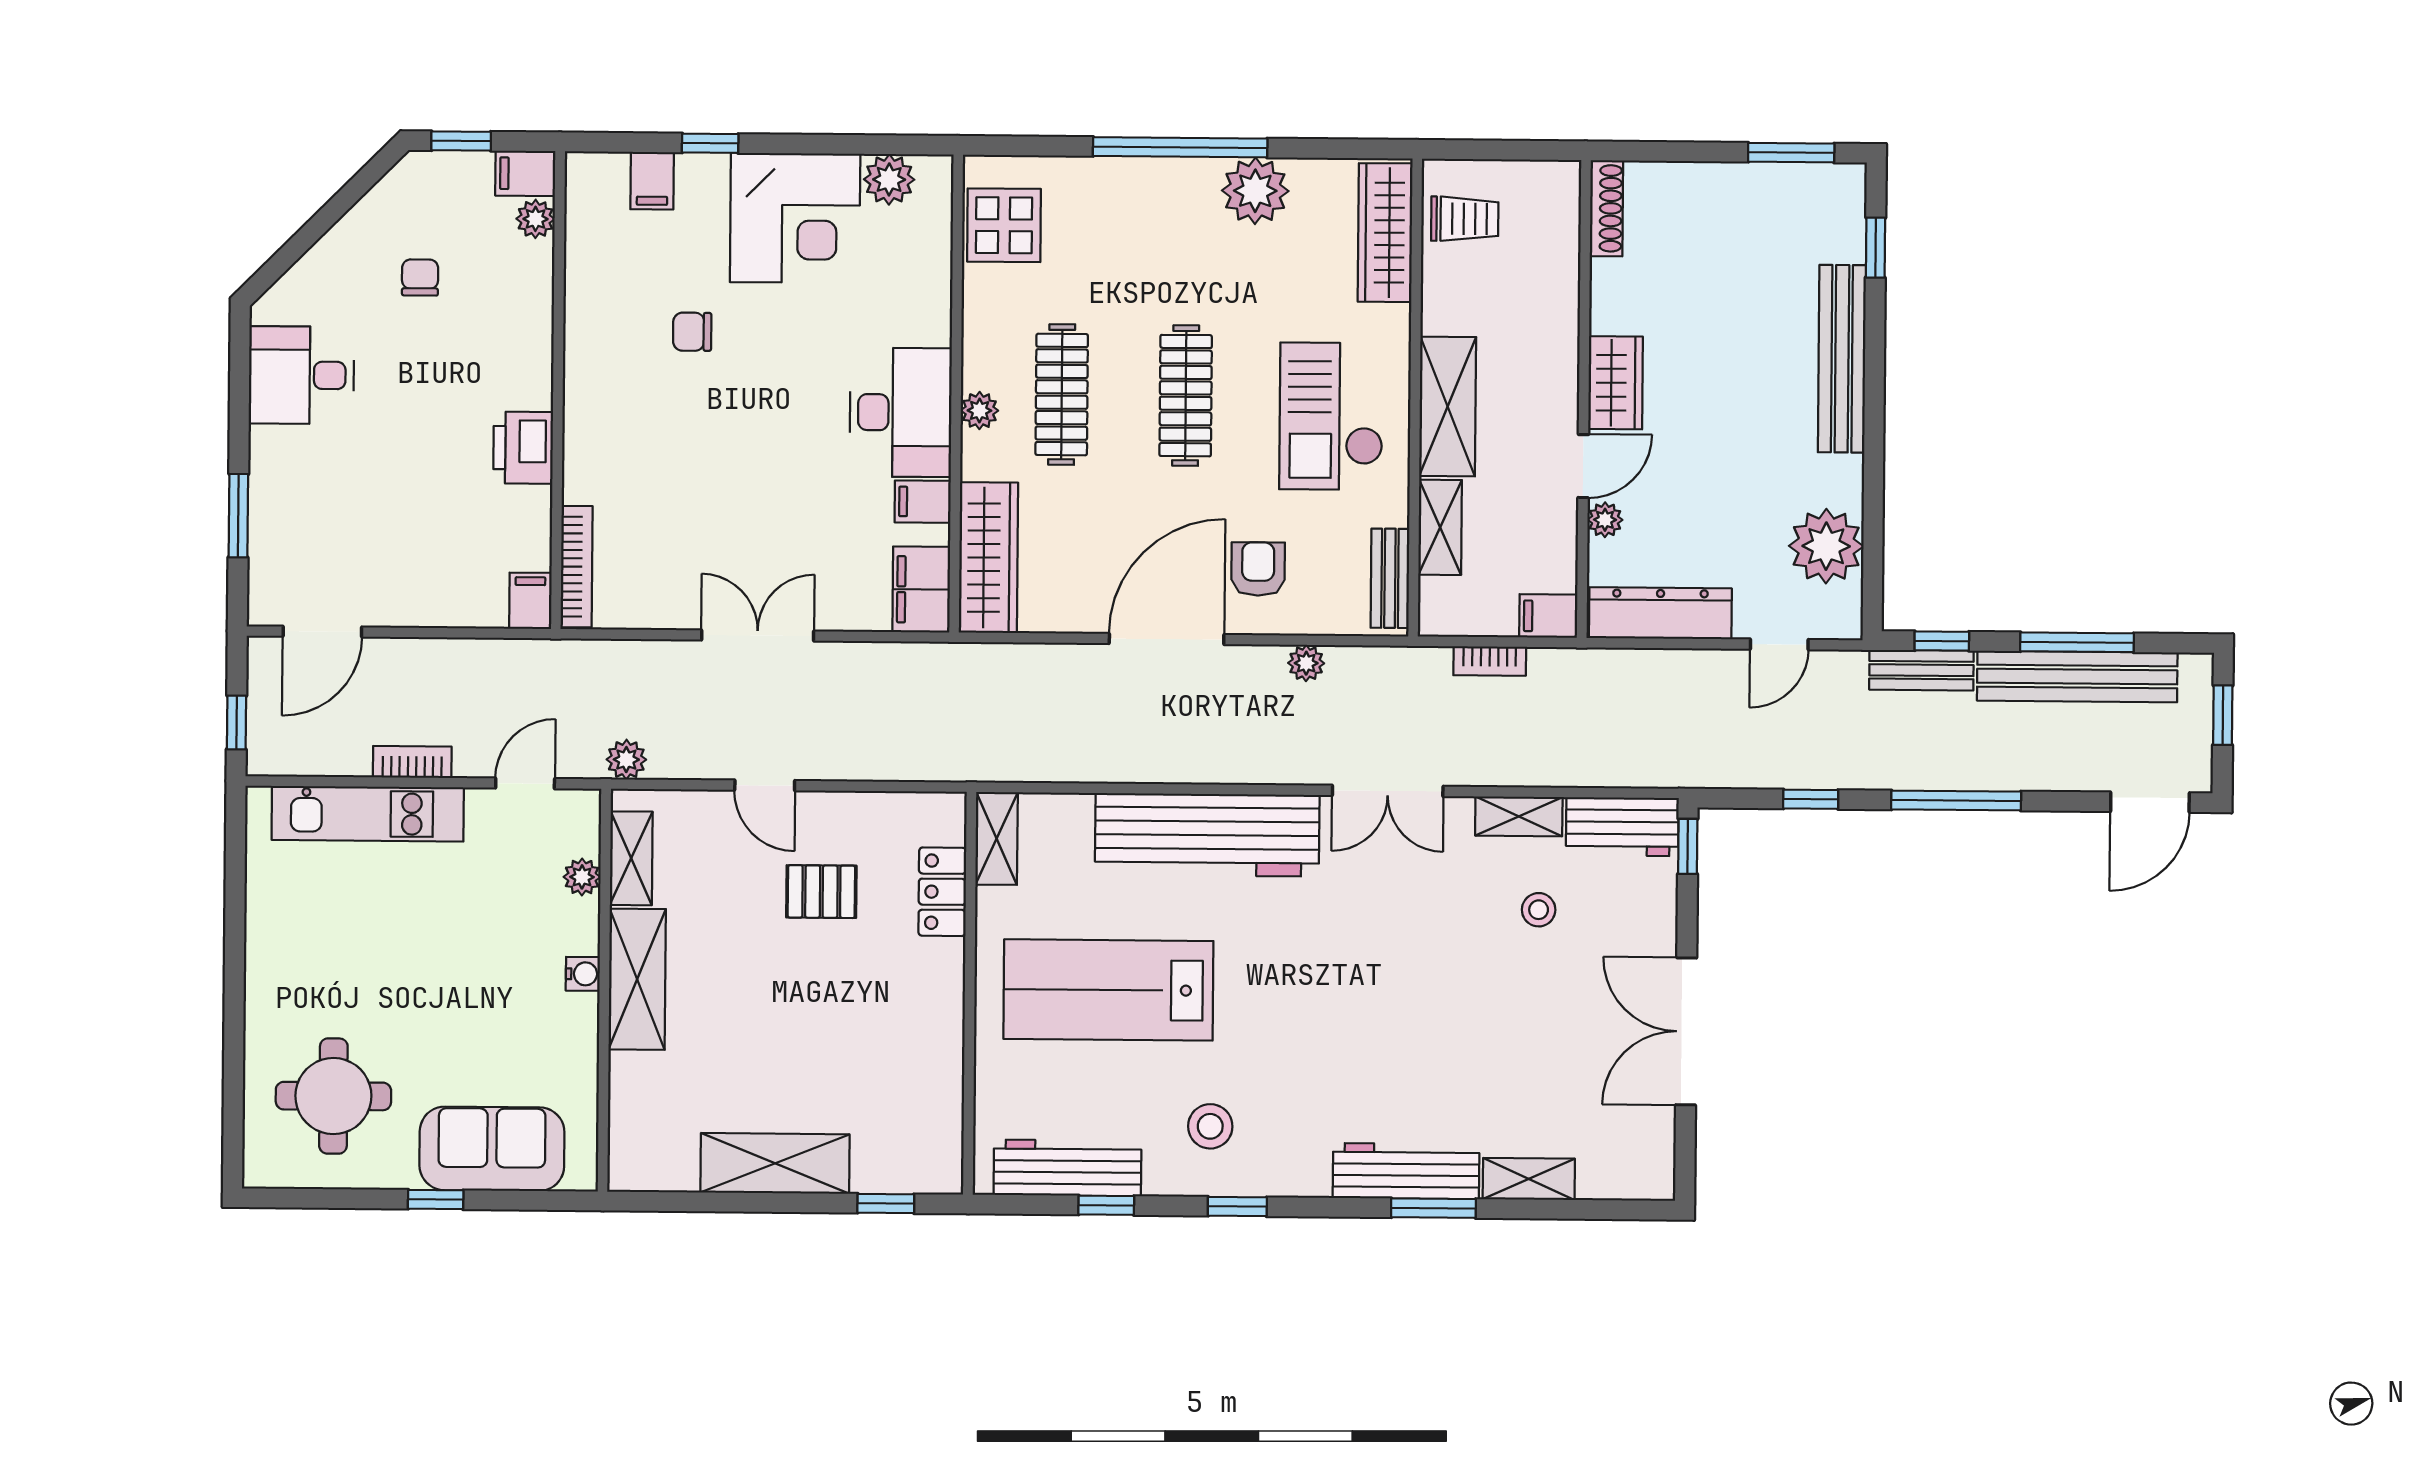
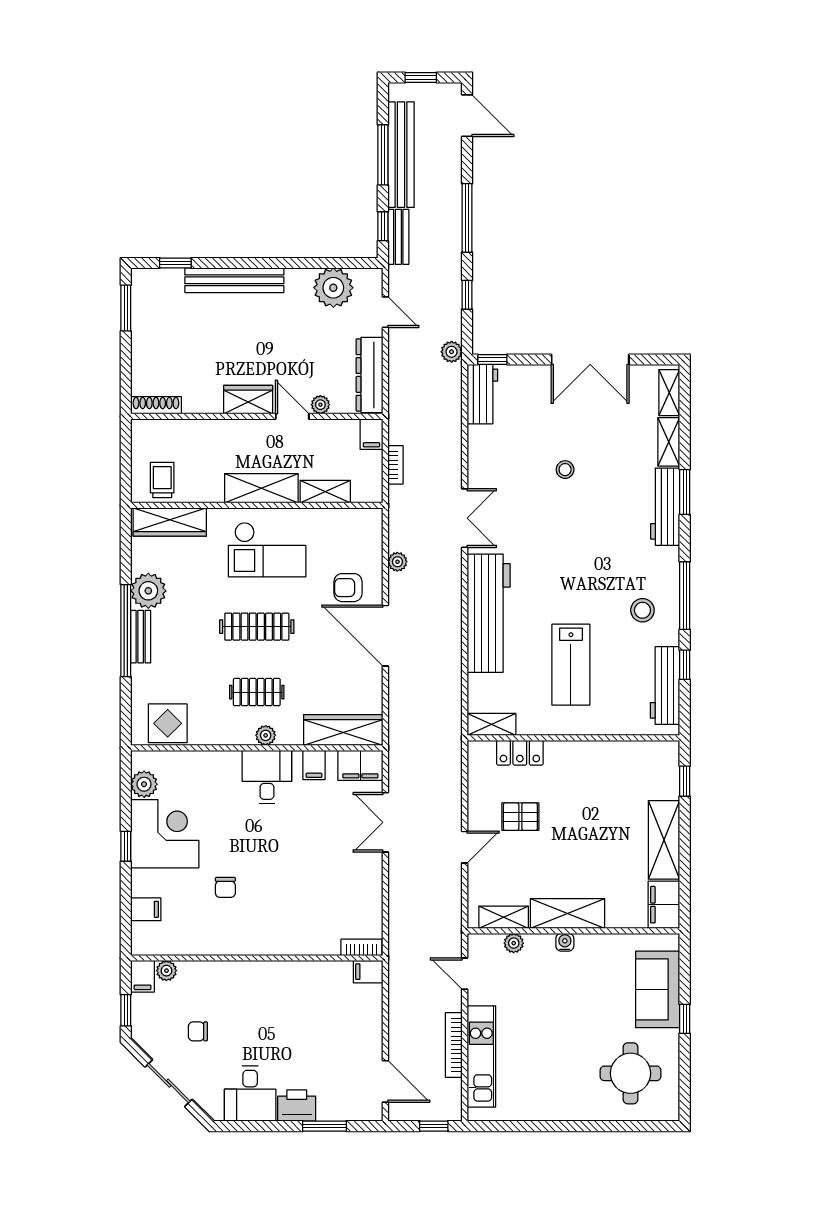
window: (710, 143) -> (126, 846), moved
sliding door: (322, 221) -> (169, 1083), added
clothes rail: (1062, 395) -> (257, 692), width x0.73
desk: (901, 412) -> (267, 777), width x0.73
printer: (523, 448) -> (297, 1106), moved, turned 180
bookcase: (577, 567) -> (361, 947), width x0.64
bench: (1390, 578) -> (141, 637), moved, turned 90
double door: (758, 635) -> (385, 822), moved
plant: (626, 760) -> (452, 352), moved
bookcase: (412, 762) -> (454, 1045), width x1.56
shelving: (1519, 816) -> (669, 393), moved
pallet: (821, 892) -> (520, 817), turned 90
stool: (1539, 910) -> (565, 470), moved
lab bench: (1108, 990) -> (571, 665), width x0.73, depth x0.72
filing cabinet: (652, 1162) -> (664, 905), added
window: (1237, 1206) -> (685, 596), width x2.17

